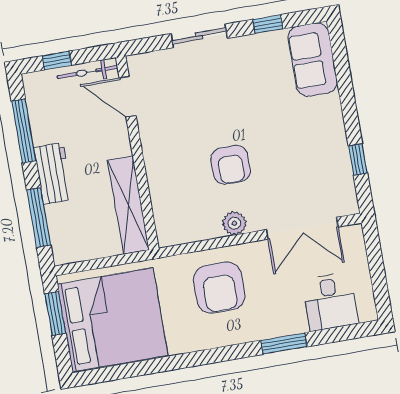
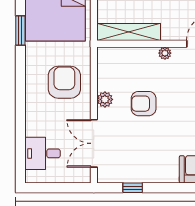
plant: (150, 146) -> (165, 53), added
armchair: (219, 288) -> (64, 82), turned 90
window: (284, 344) -> (20, 30), moved

